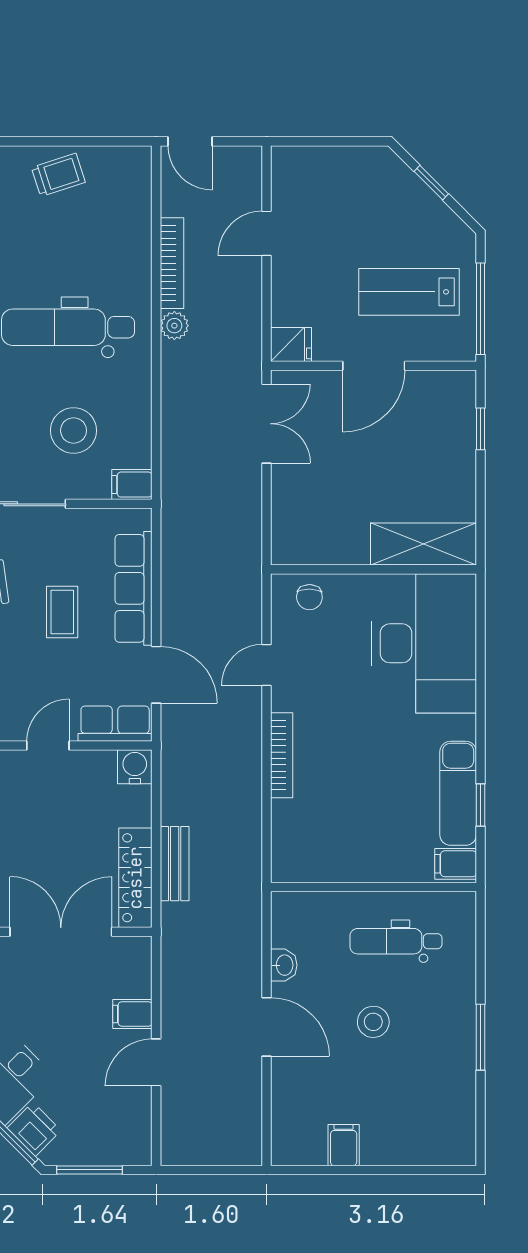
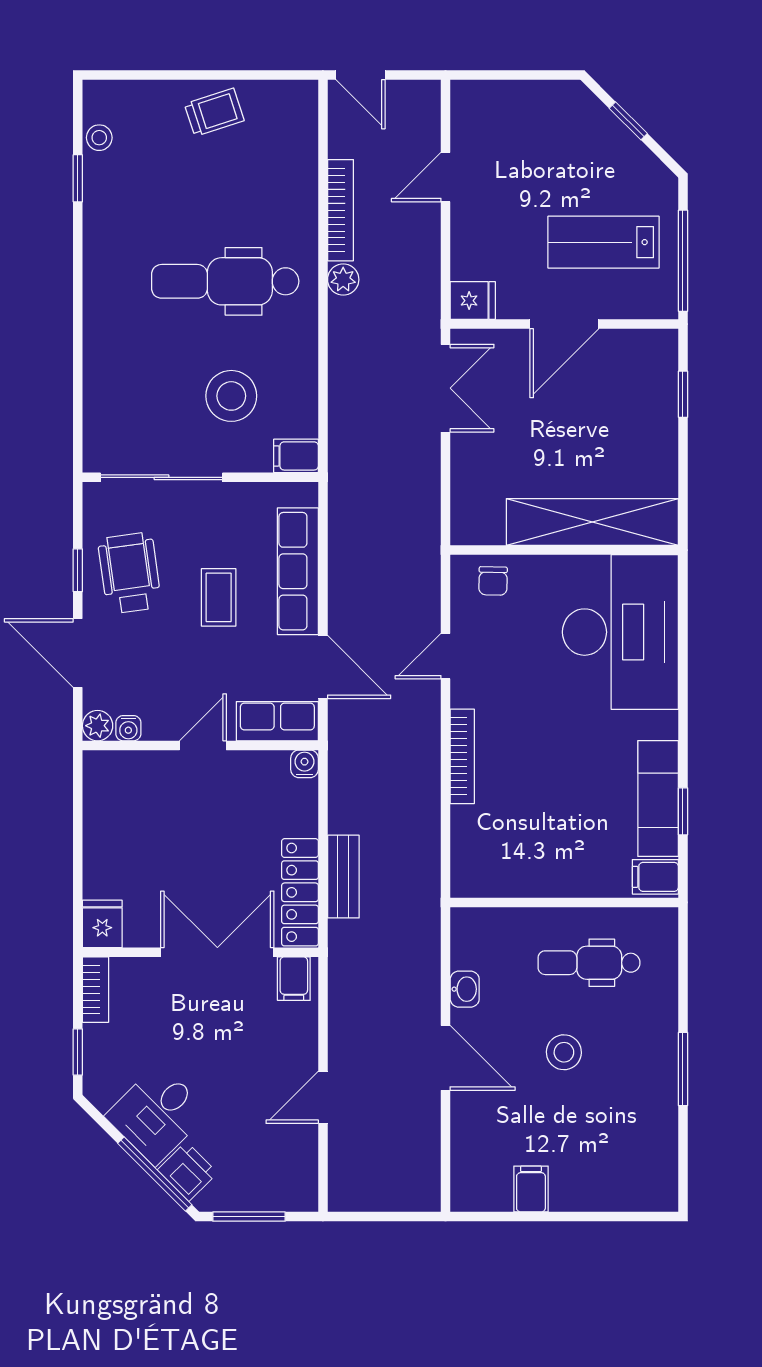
shelving: (424, 544) -> (592, 522), width x1.47
water cooler: (135, 767) -> (305, 764), width x0.72, depth x0.72
filing cabinet: (132, 1014) -> (294, 979), moved, turned -90

